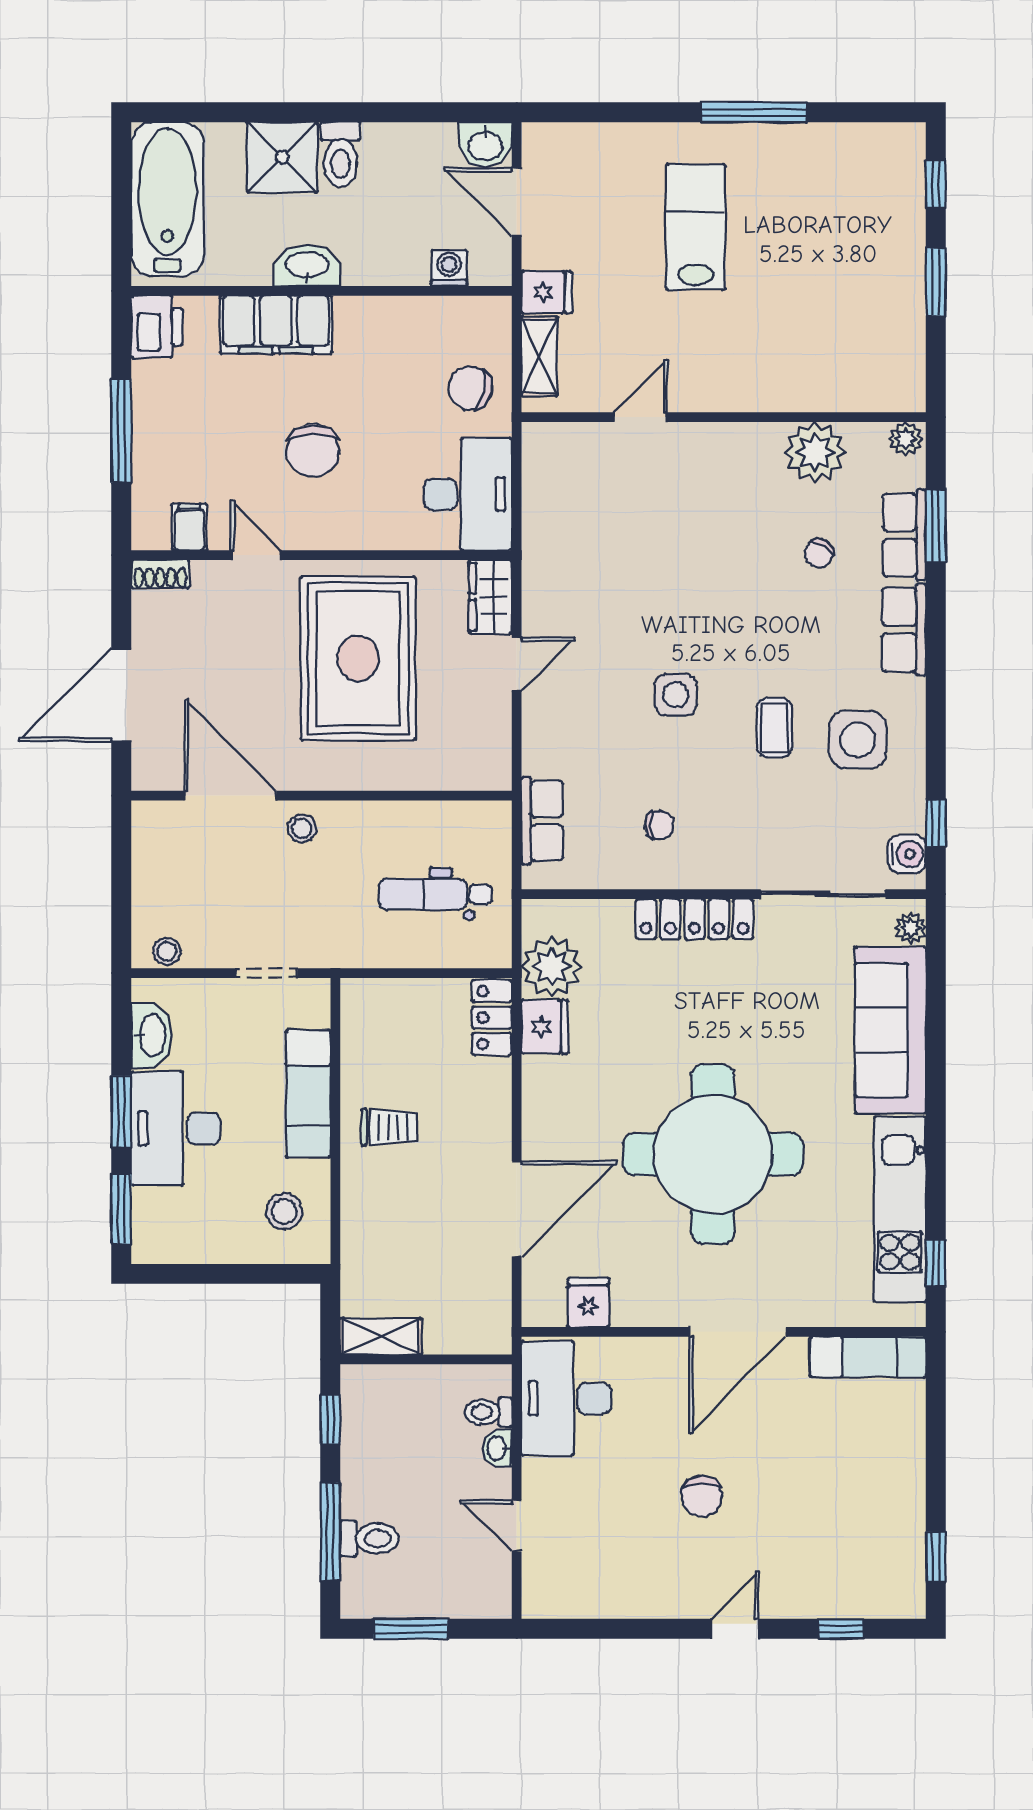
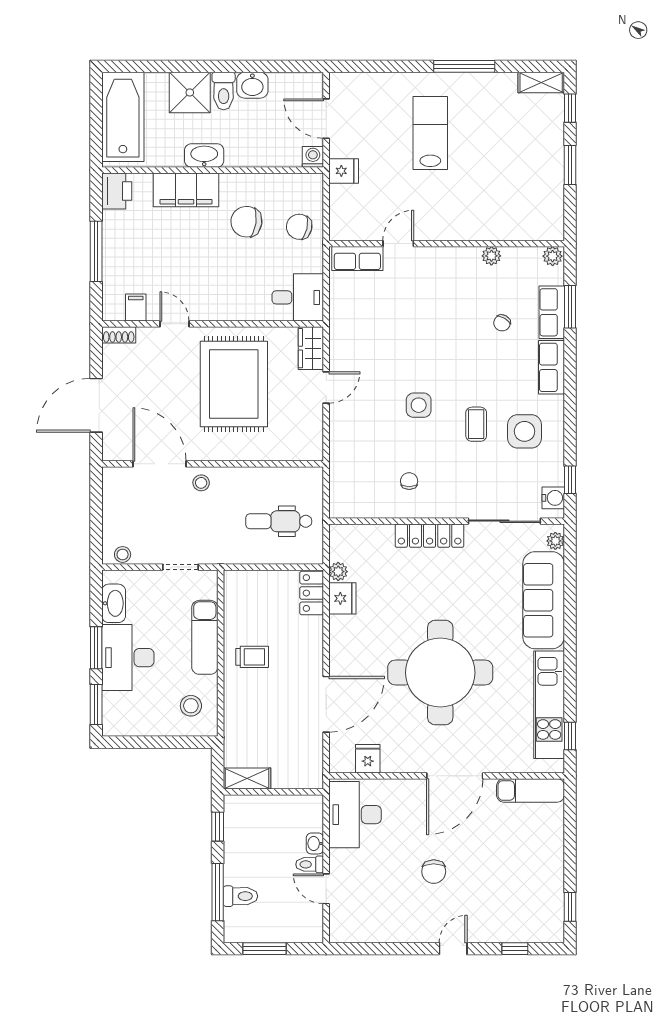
washbasin: (485, 145) -> (252, 85), moved
washing machine: (449, 268) -> (313, 157), moved
shelving: (539, 356) -> (541, 82), moved, turned 90
chair: (313, 451) -> (246, 222), moved, turned 98
plant: (815, 452) -> (491, 256), width x0.53, depth x0.53
desk: (468, 494) -> (298, 297), width x0.73
row of seats: (542, 821) -> (357, 259), moved, turned 90
chair: (659, 825) -> (409, 481), turned -90
plant: (552, 967) -> (338, 572), width x0.53, depth x0.53
toilet: (488, 1412) -> (310, 864), moved

